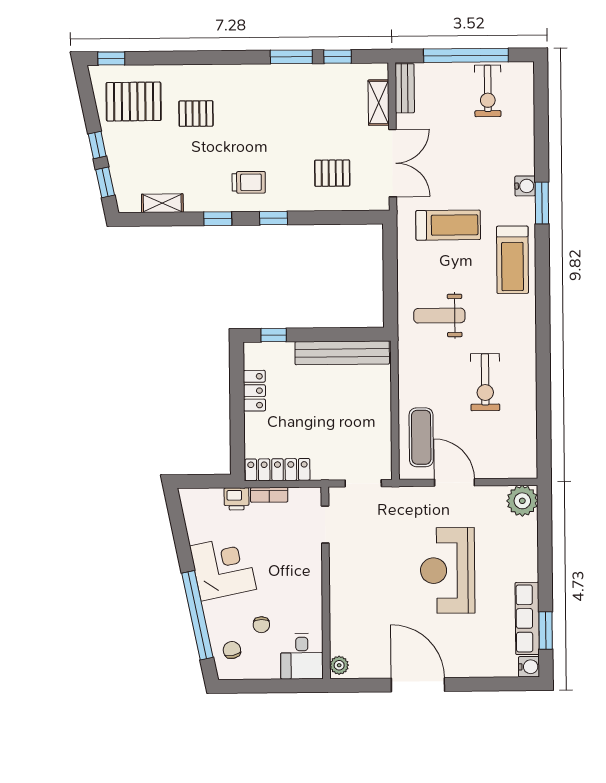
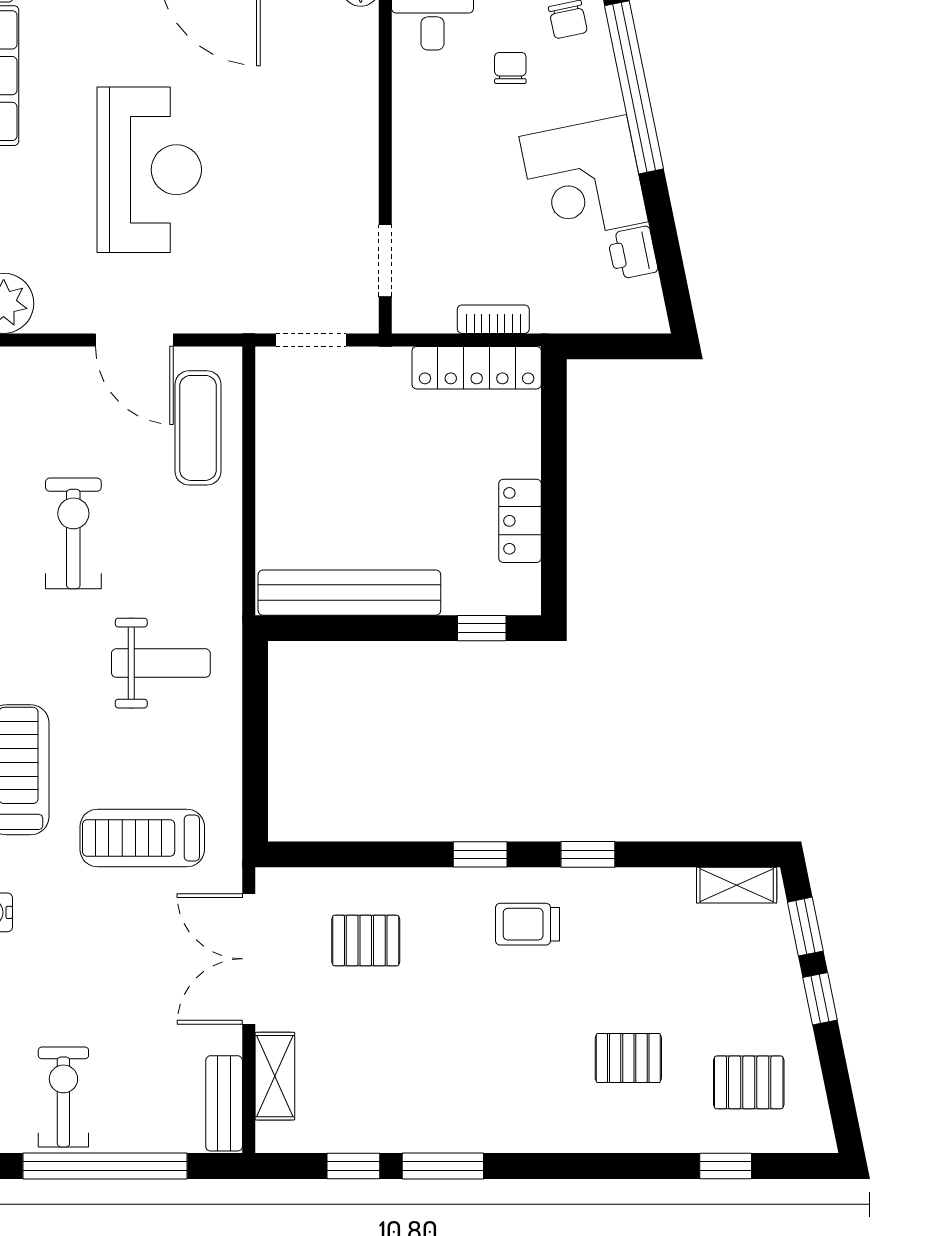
window: (111, 58) -> (726, 1166), moved
pallet: (134, 102) -> (749, 1082), width x0.67, depth x0.71
shelving: (162, 203) -> (737, 885), moved
printer: (237, 499) -> (633, 253), moved, turned -102

